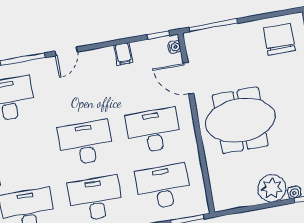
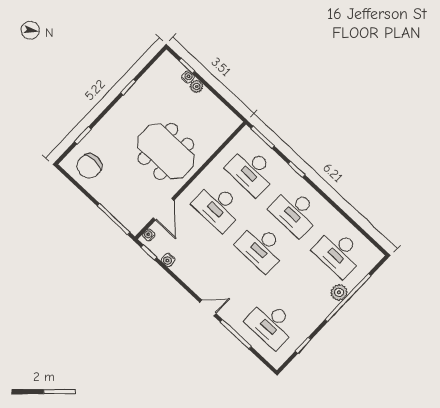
water cooler: (138, 48) -> (168, 260), added
filing cabinet: (123, 54) -> (180, 267), removed
plant: (272, 188) -> (197, 87), width x0.53, depth x0.53

